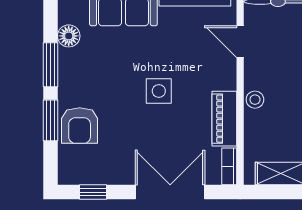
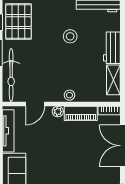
plant: (227, 80) -> (58, 112), added
side table: (159, 91) -> (64, 152), removed

